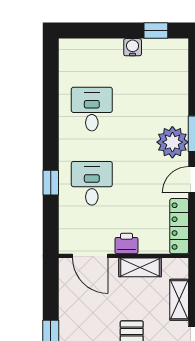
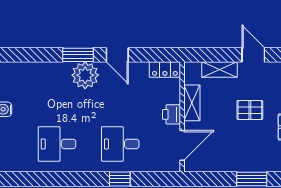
locker: (179, 226) -> (165, 70), width x0.66

